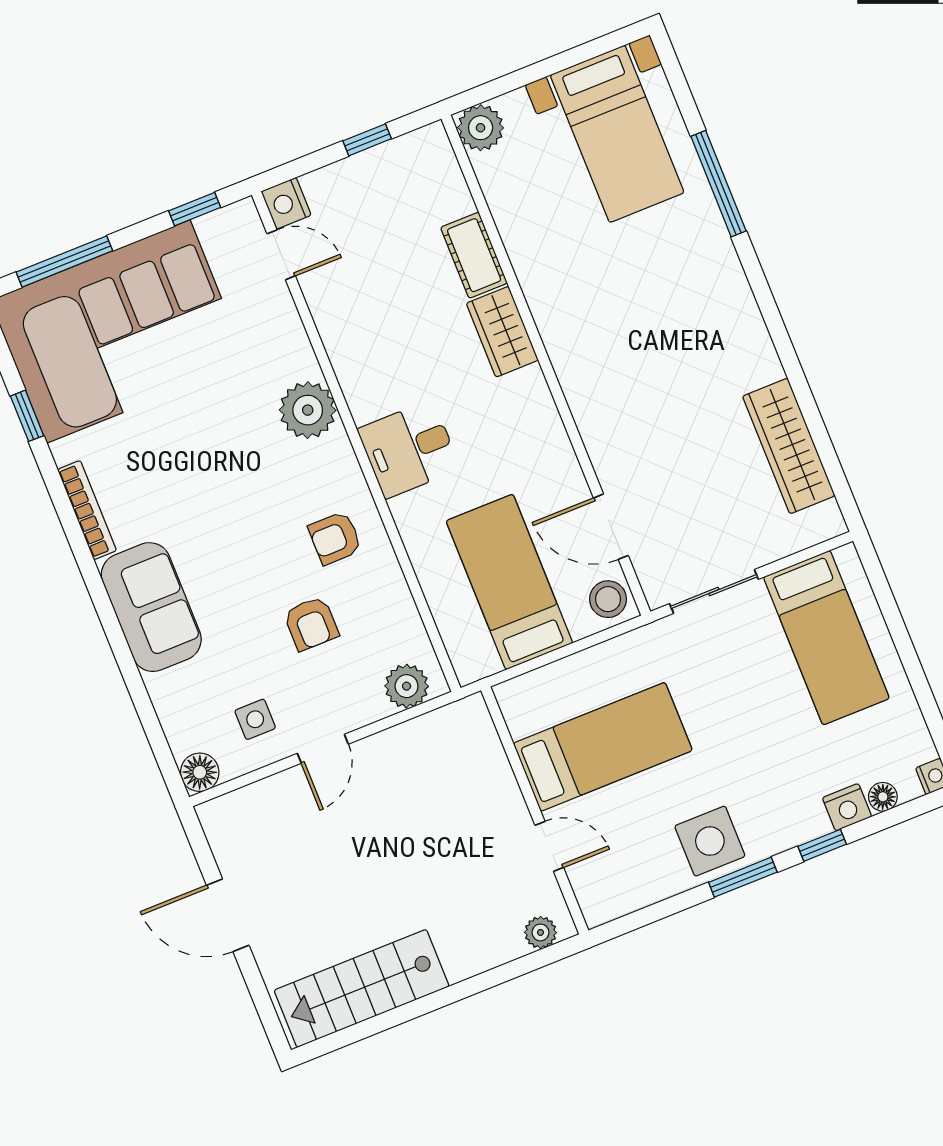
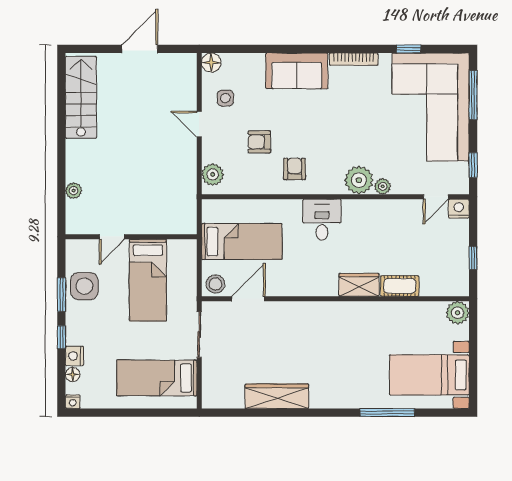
plant: (302, 361) -> (383, 186), added
wardrobe: (789, 446) -> (277, 396), moved
bed: (603, 747) -> (148, 280), moved
wall: (535, 810) -> (131, 237), moved
door: (549, 846) -> (112, 237), moved

